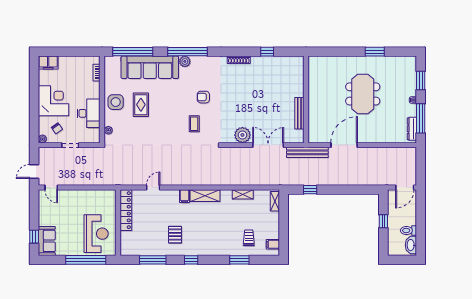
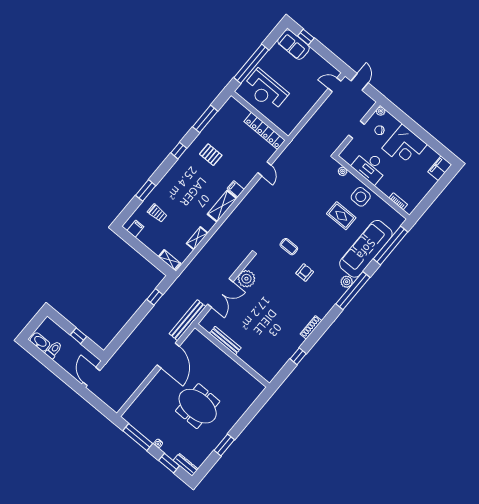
dresser: (412, 129) -> (186, 465), moved

